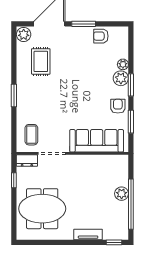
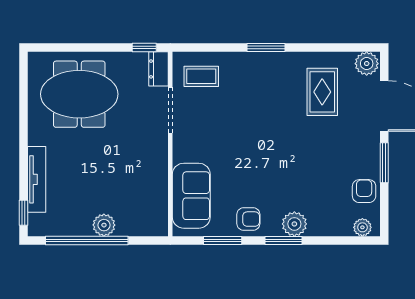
rug: (41, 61) -> (322, 92), turned 90
plant: (123, 64) -> (362, 227), moved
sofa: (97, 141) -> (191, 196), width x0.73
window: (14, 180) -> (144, 48), moved
meeting table: (42, 209) -> (79, 94), turned 90
tv unit: (88, 234) -> (37, 179), width x1.41

